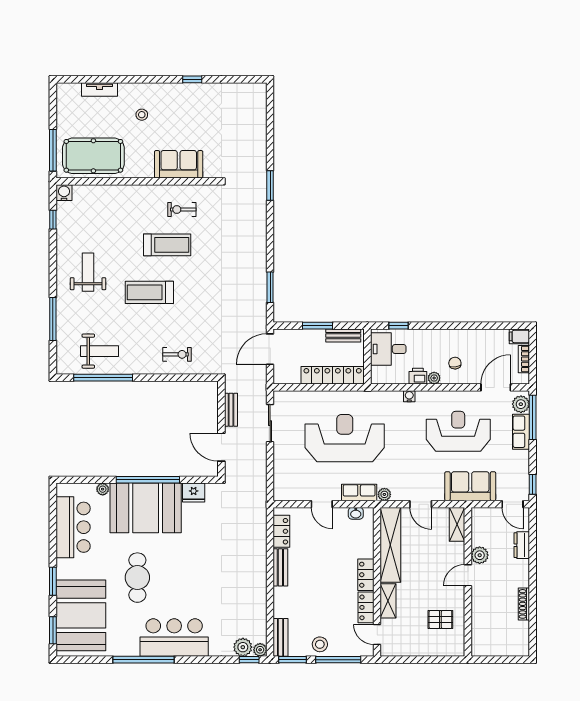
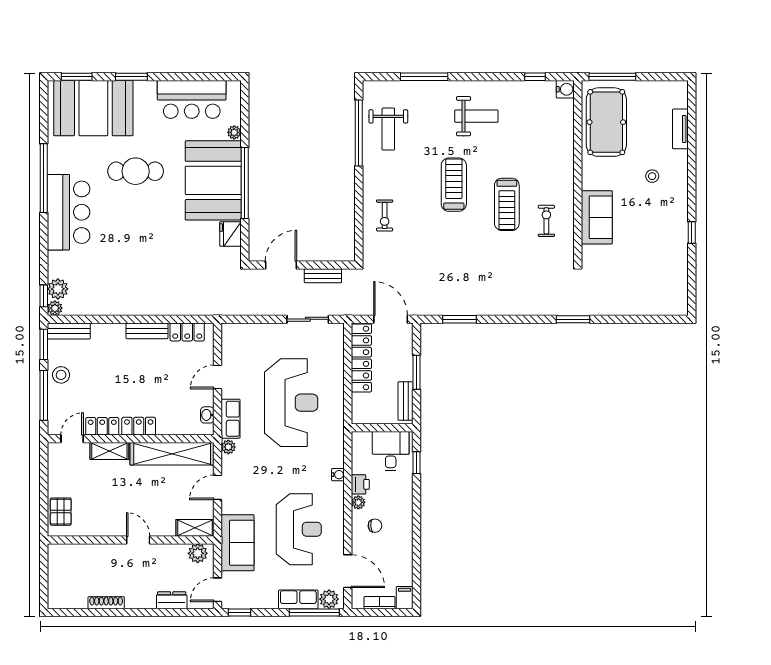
locker: (333, 375) -> (361, 358), moved
plant: (480, 555) -> (198, 553), moved
pallet: (440, 620) -> (61, 512), moved

